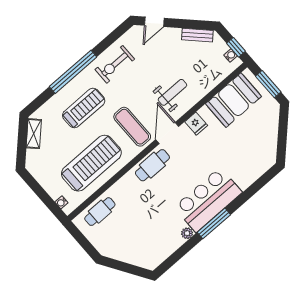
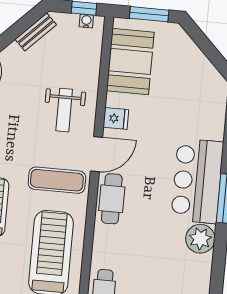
weight bench: (172, 92) -> (64, 110), turned 180
door: (167, 133) -> (96, 154), swing flipped
plant: (187, 233) -> (200, 239), width x1.88, depth x1.88

